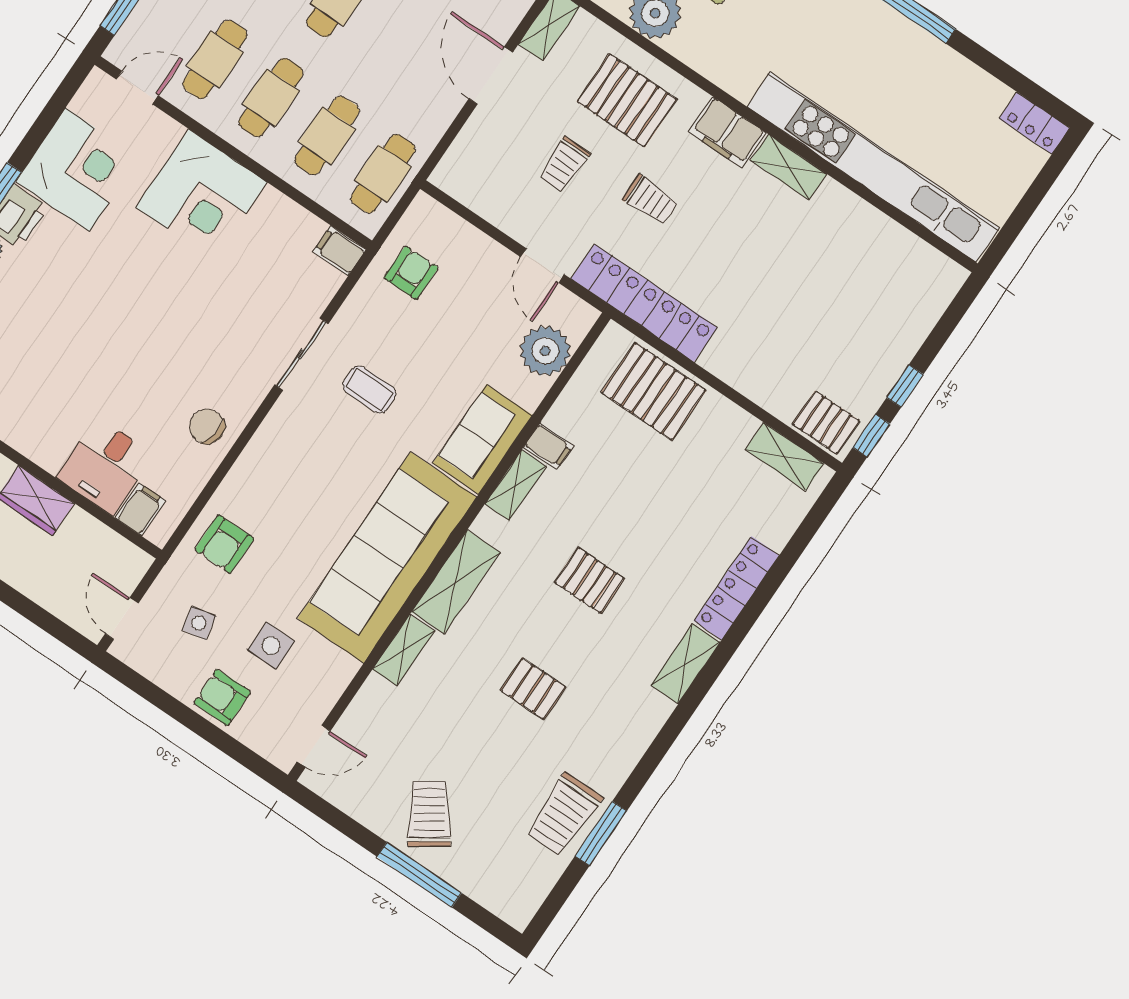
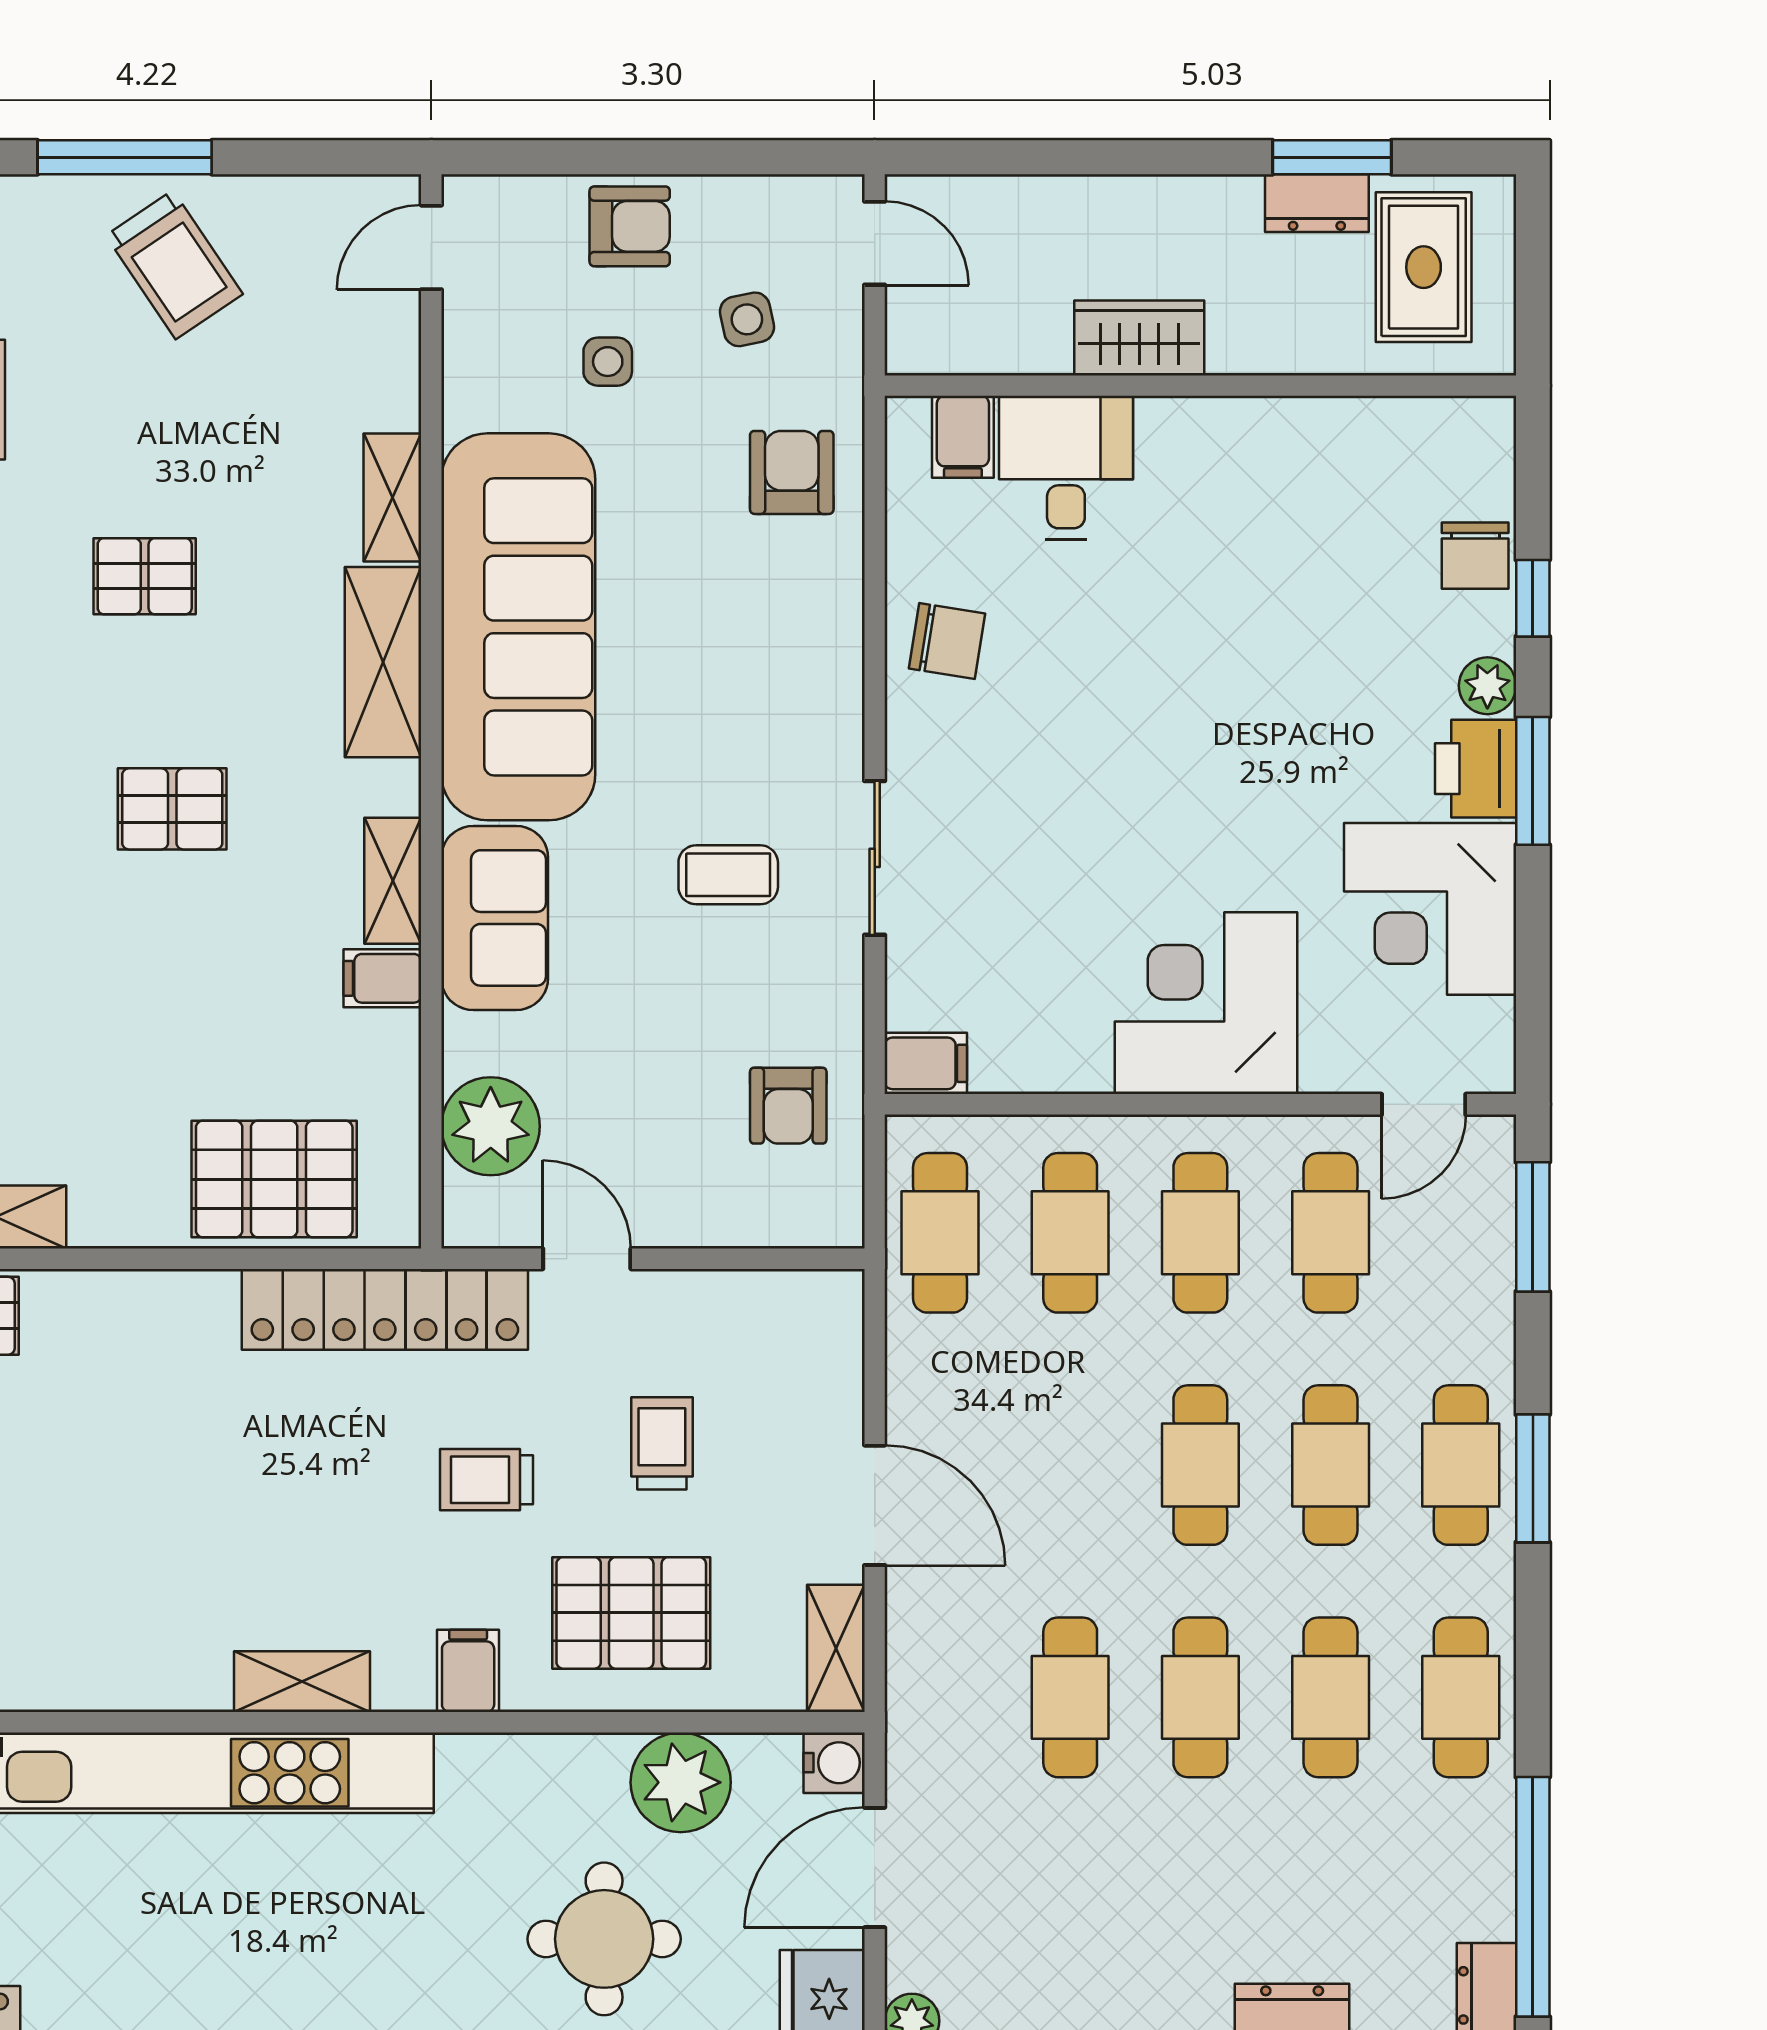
filing cabinet: (727, 132) -> (468, 1671), width x0.50
side table: (271, 646) -> (608, 362), width x0.73, depth x0.73

